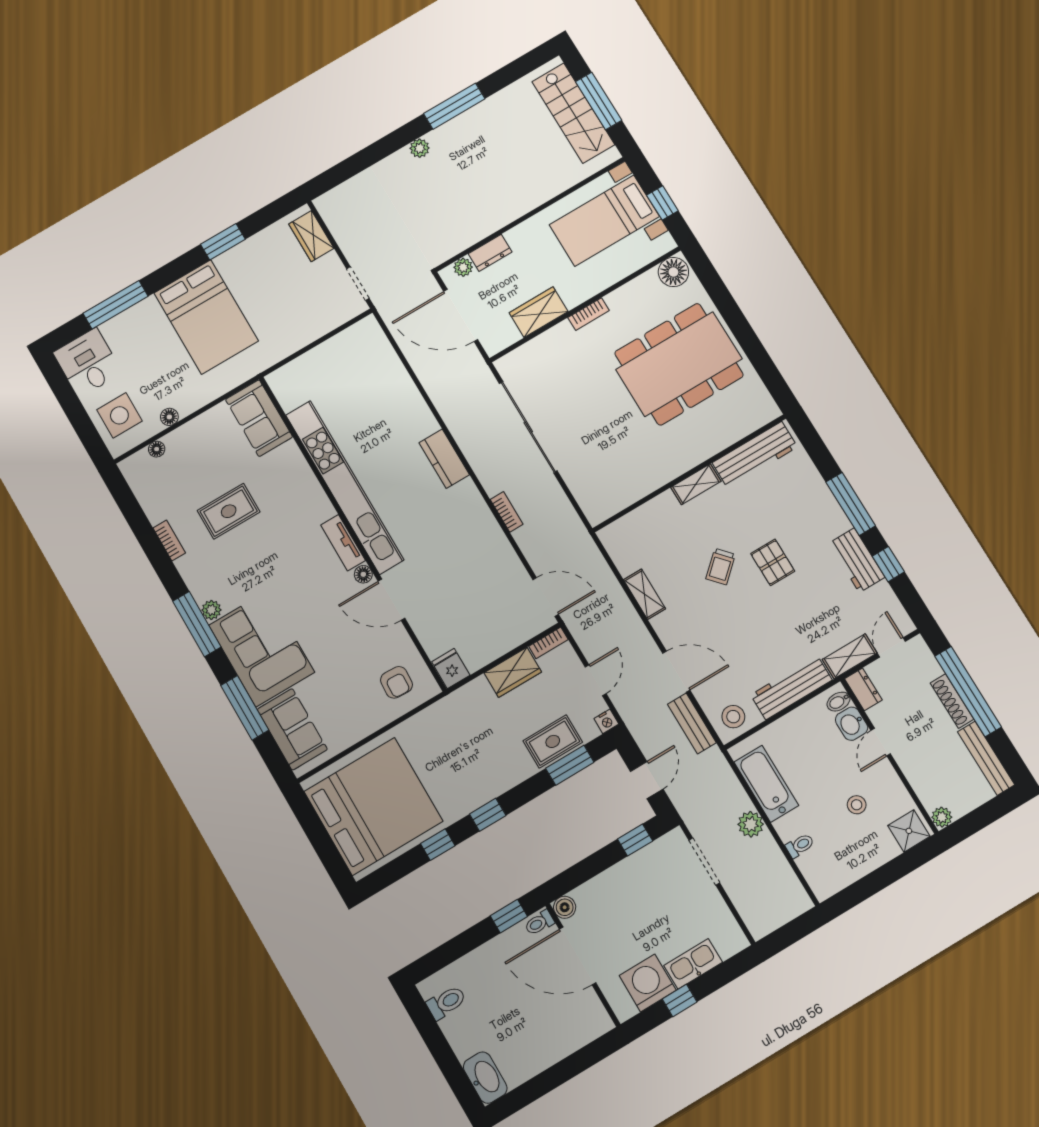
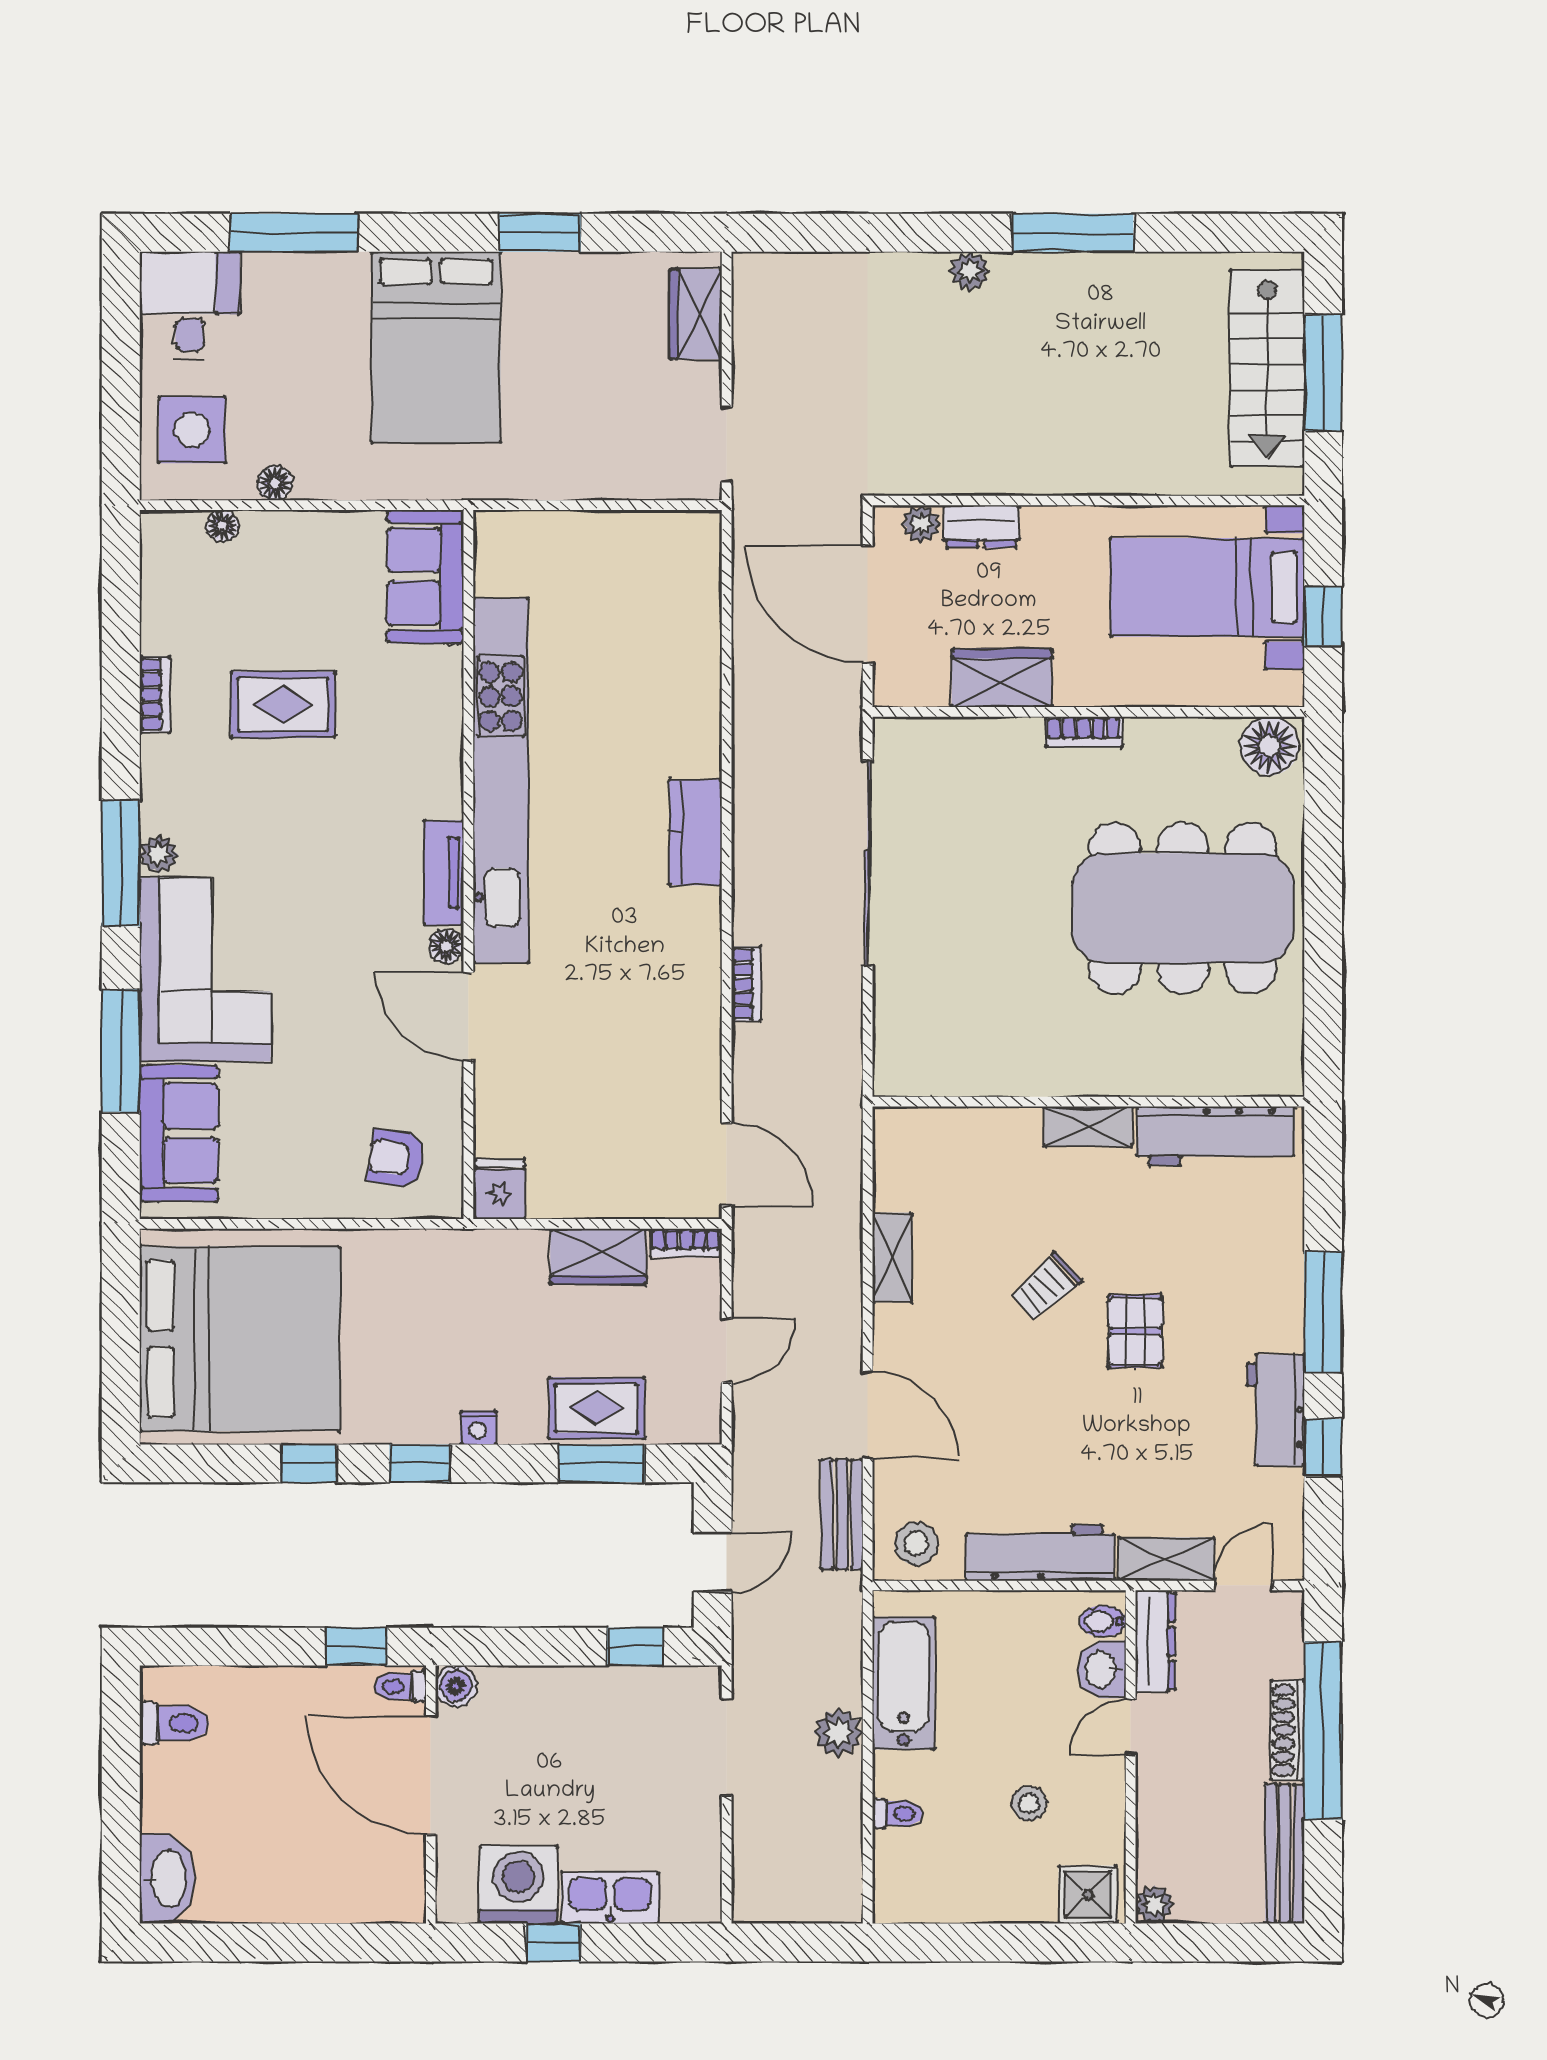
armchair: (396, 682) -> (396, 1158), turned 95
dresser: (863, 689) -> (1155, 1641), width x1.44
nightstand: (606, 721) -> (478, 1428), moved

